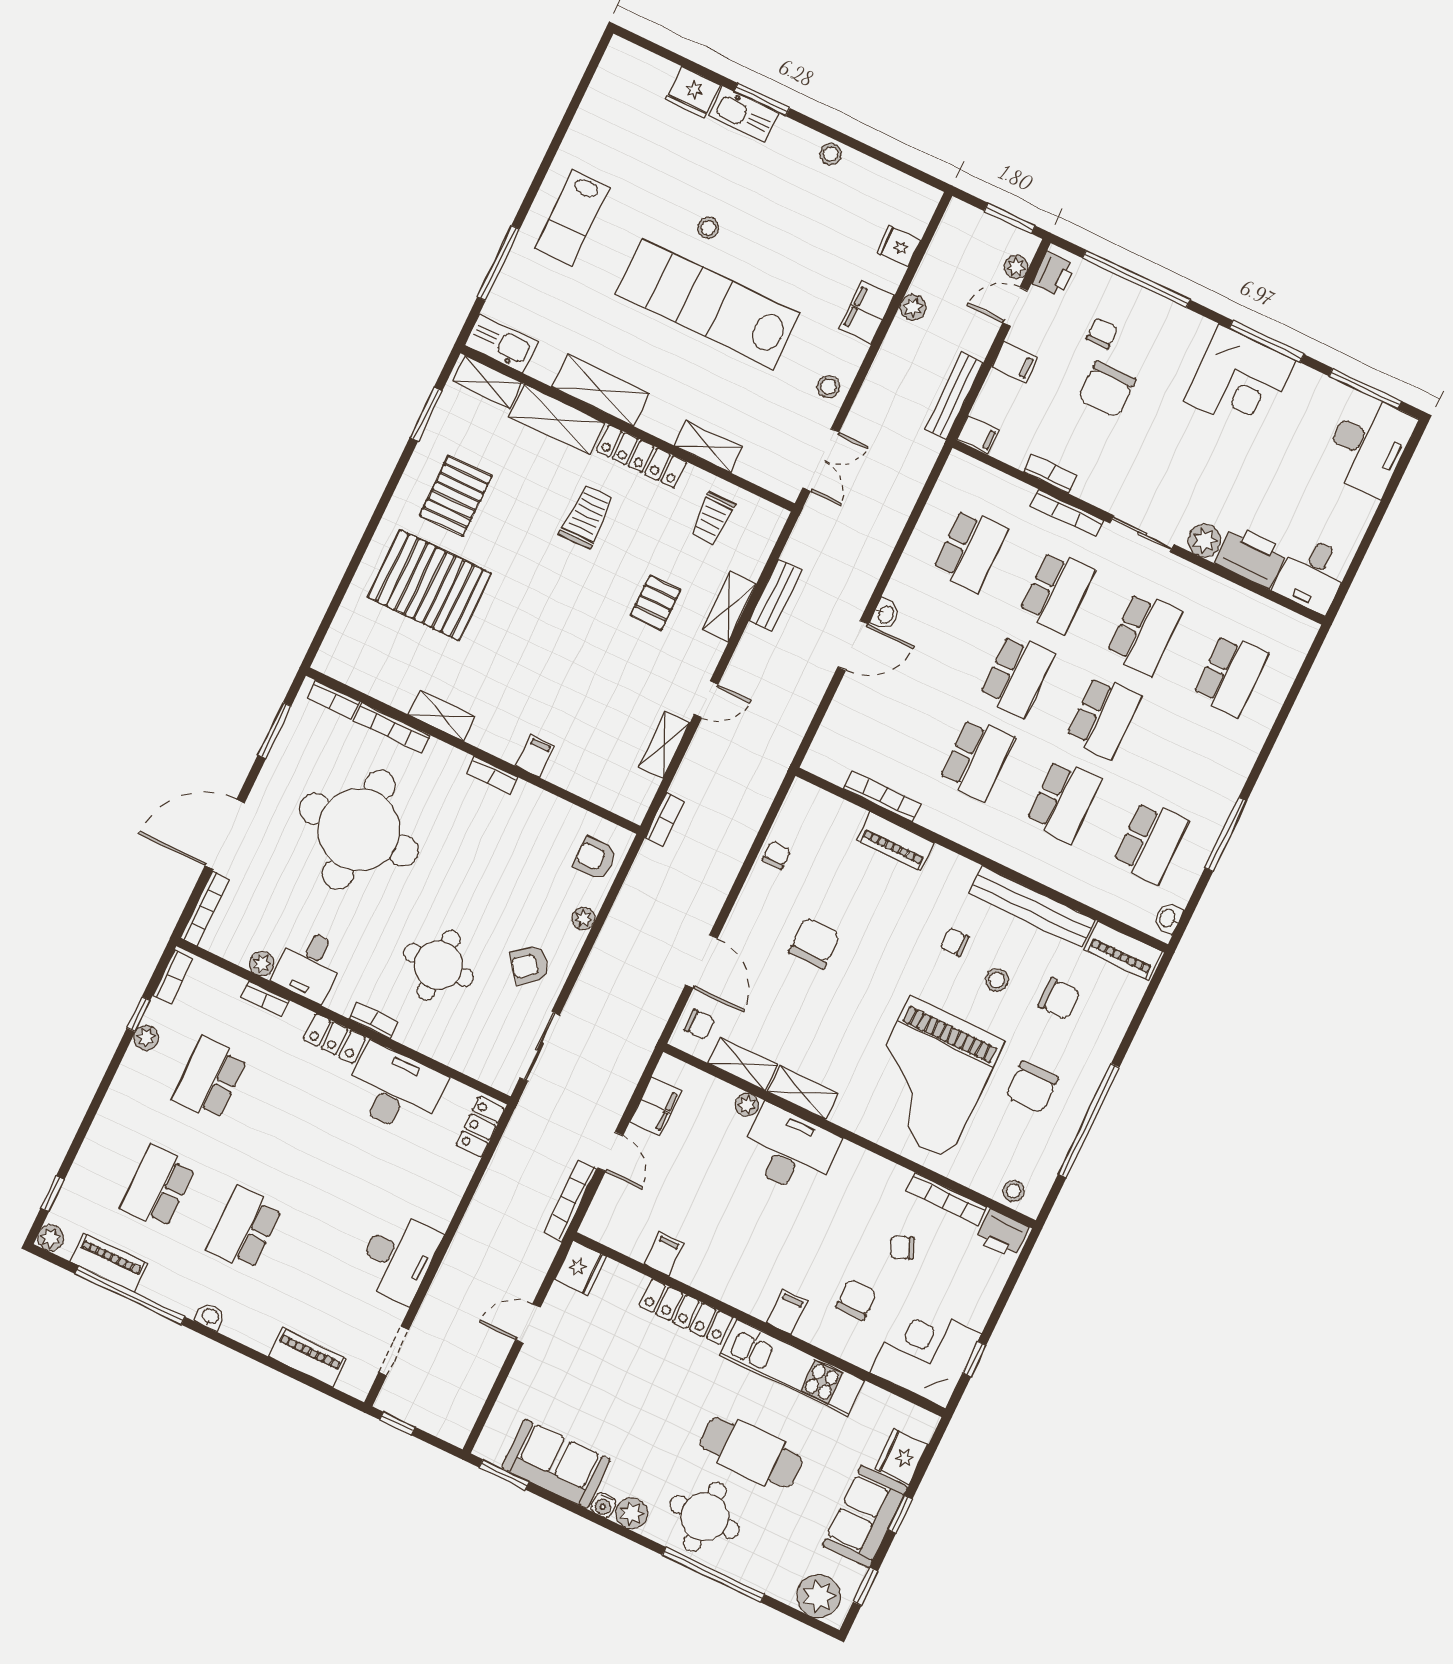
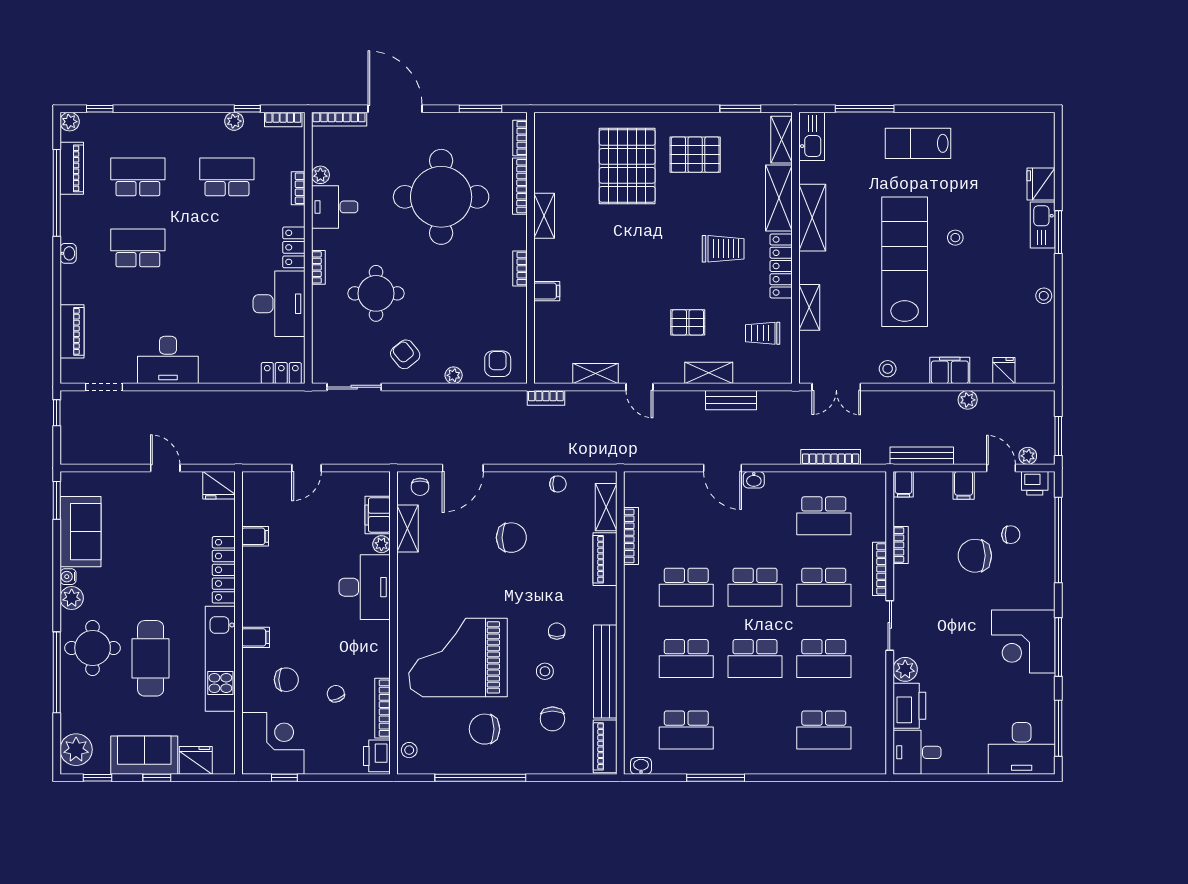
shelving: (803, 1093) -> (606, 507), moved
filing cabinet: (656, 1106) -> (378, 515), moved, turned 90
bookcase: (570, 1201) -> (831, 457), moved

